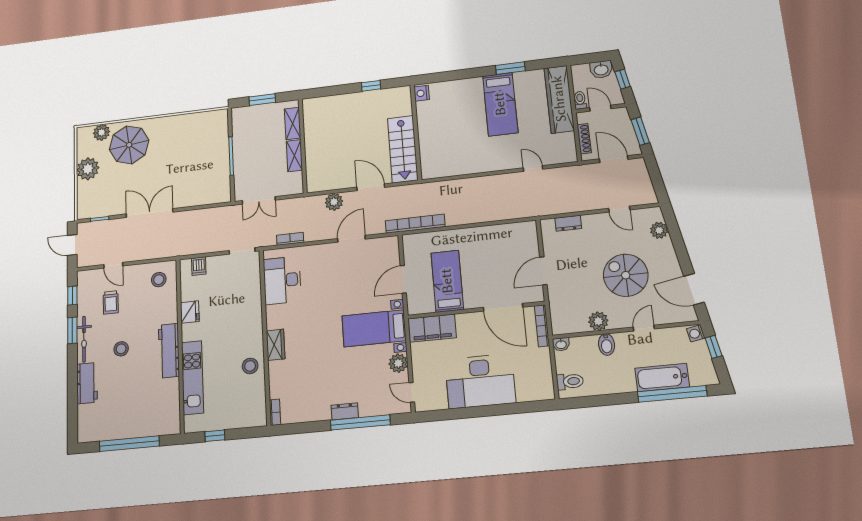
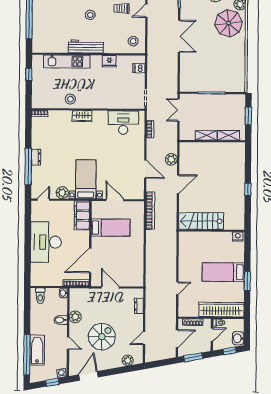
nightstand: (422, 93) -> (238, 237), moved
wall: (416, 132) -> (212, 231), moved
stairs: (403, 149) -> (201, 221), moved

